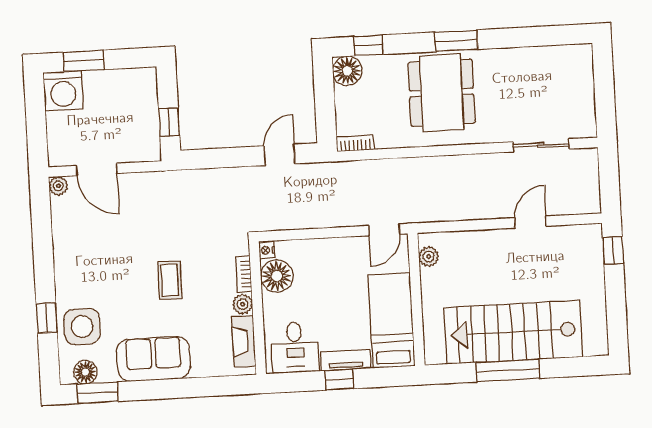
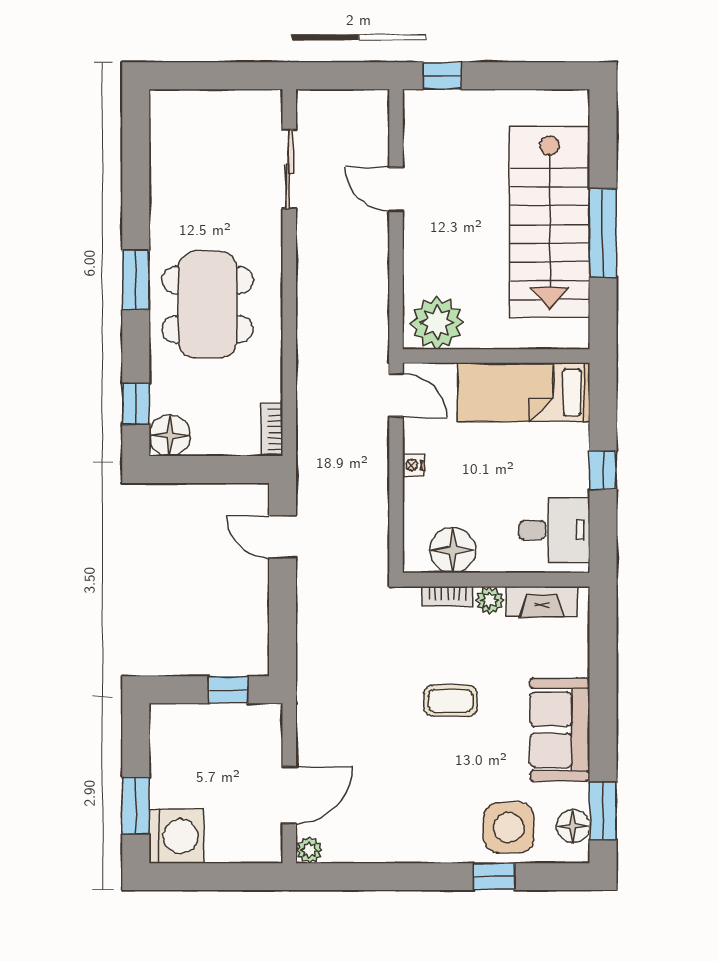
dining table: (442, 93) -> (208, 305), turned 90
nightstand: (267, 250) -> (413, 465), moved, turned 90
plant: (429, 256) -> (437, 323), width x1.87, depth x1.87
tv unit: (346, 360) -> (576, 460), removed

